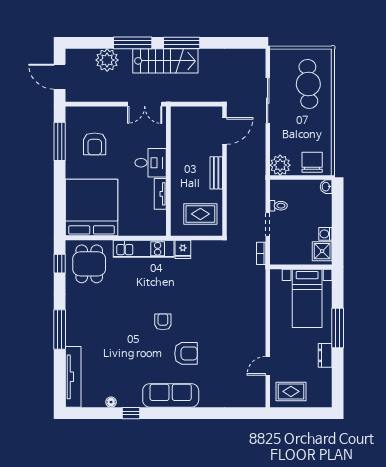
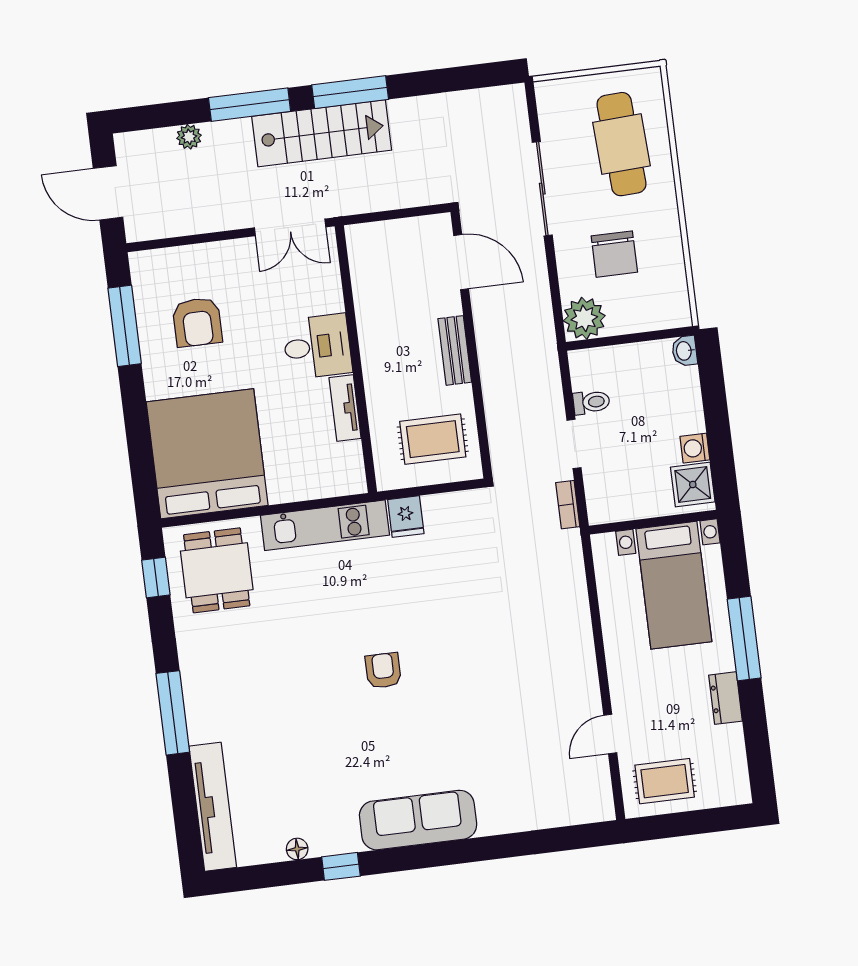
plant: (107, 60) -> (189, 137), width x0.53, depth x0.53
door: (225, 131) -> (461, 262), hinge flipped
chair: (312, 162) -> (614, 254), moved, turned 180
armchair: (186, 353) -> (439, 730), removed

